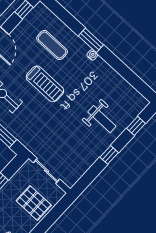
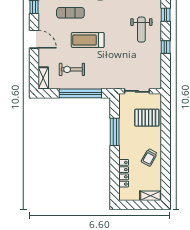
treadmill: (45, 84) -> (88, 40), turned 180
weight bench: (102, 119) -> (141, 30), turned 90

